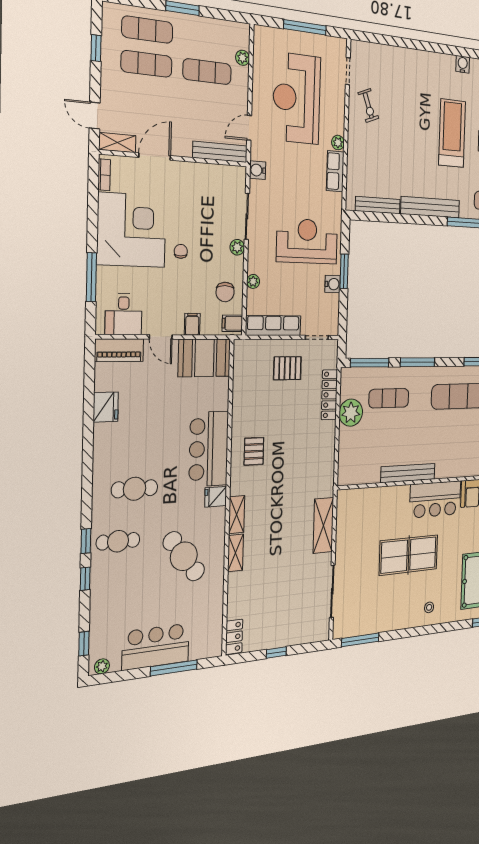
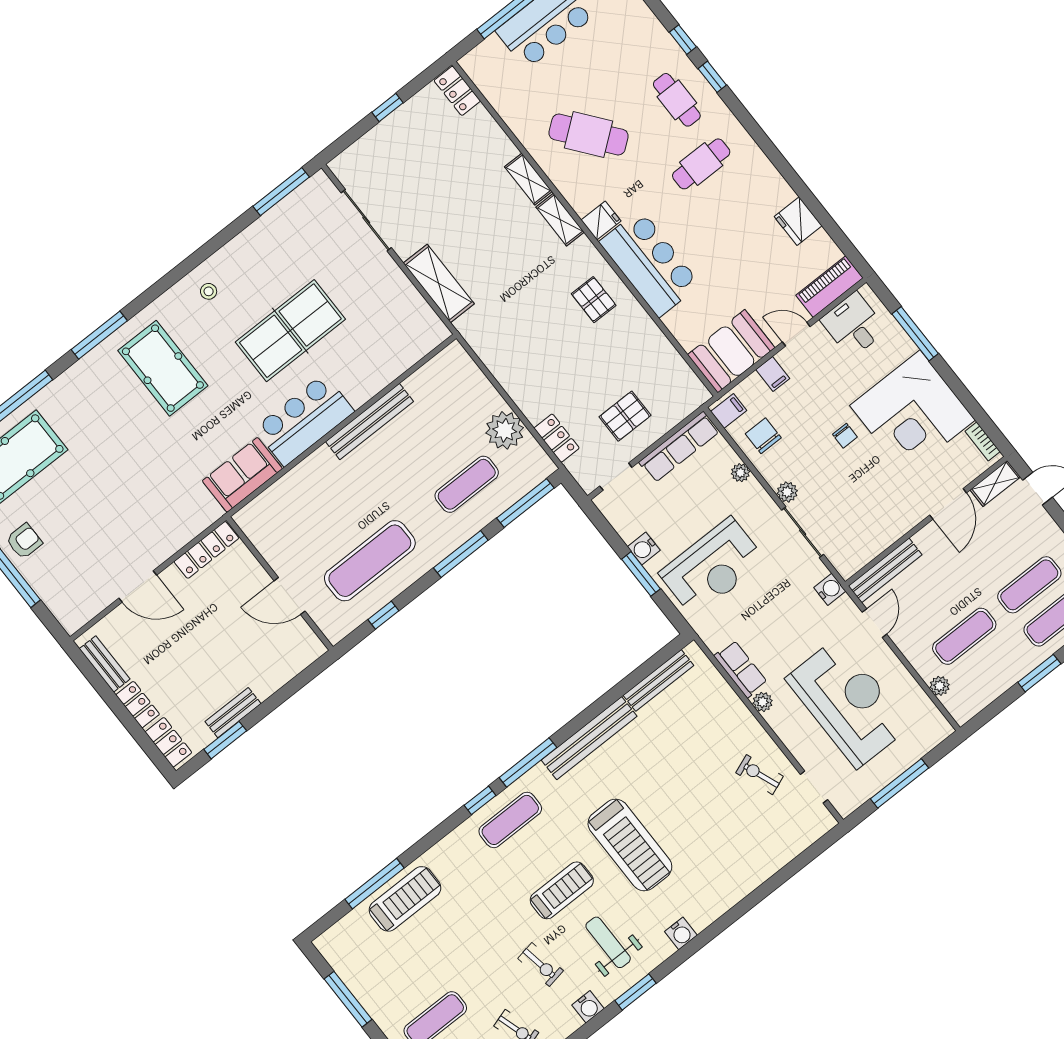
locker: (329, 395) -> (557, 438), width x0.66
cafe table: (118, 541) -> (677, 100), turned 90

